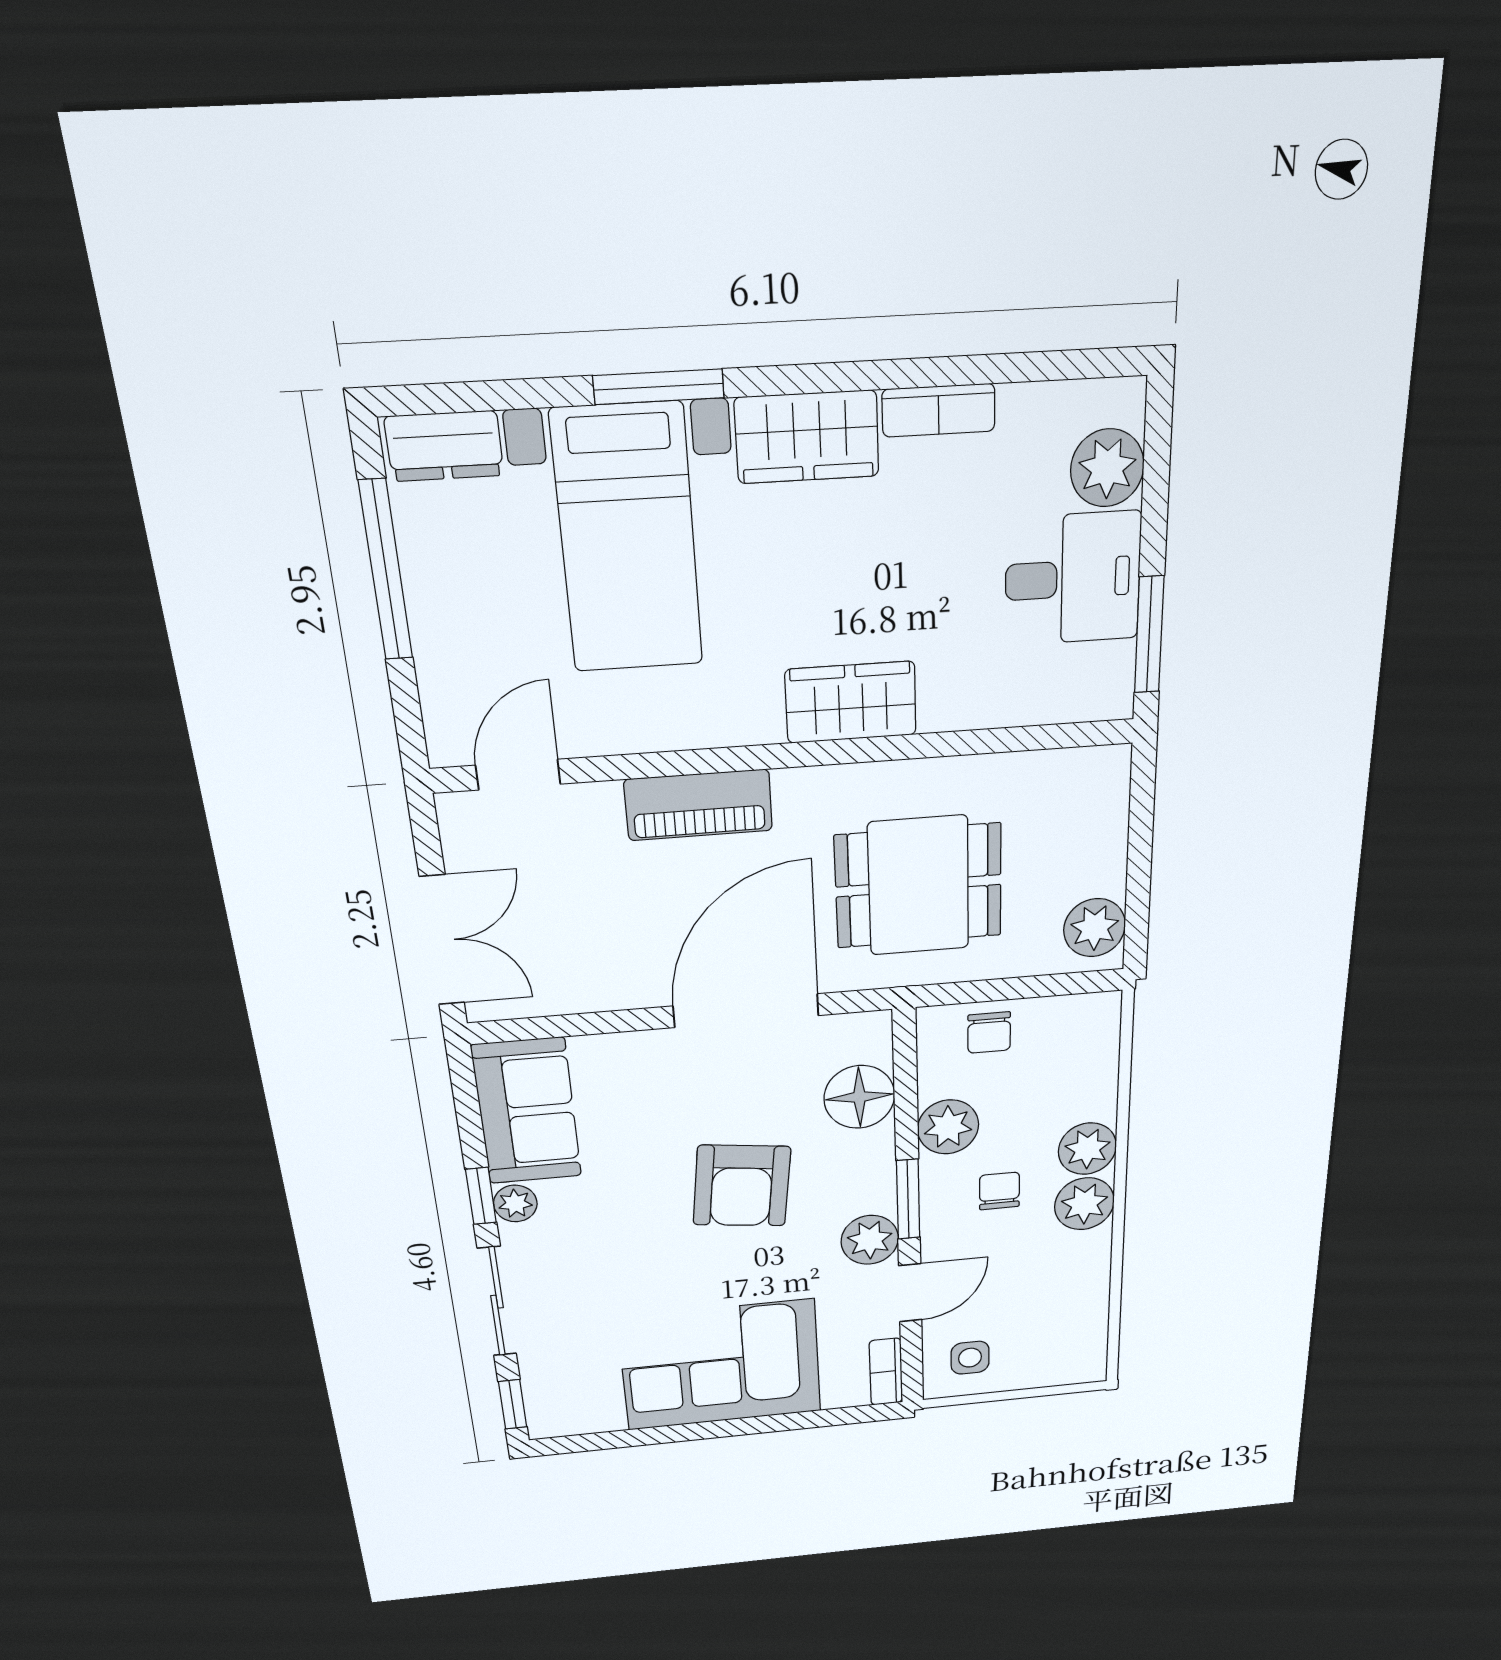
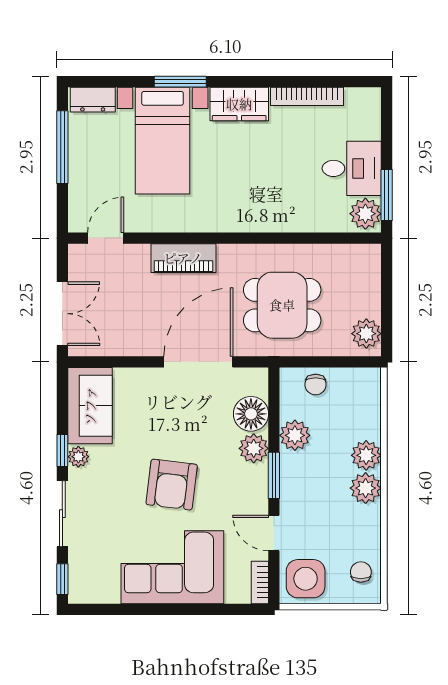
bookcase: (939, 410) -> (307, 96), width x1.56
plant: (1107, 468) -> (365, 214), moved
wardrobe: (851, 702) -> (253, 216), removed
armchair: (742, 1186) -> (172, 485), moved
chair: (999, 1191) -> (361, 572), moved
plant: (870, 1240) -> (254, 448), moved
door: (910, 1293) -> (274, 533), swing flipped
side table: (970, 1358) -> (306, 579), width x1.87, depth x1.87

